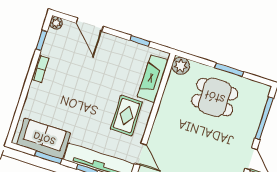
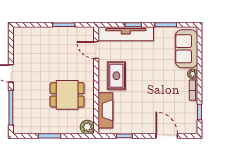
plant: (56, 23) -> (193, 74), moved
dining table: (215, 97) -> (67, 95), moved
sofa: (44, 139) -> (186, 49), moved, turned 90

